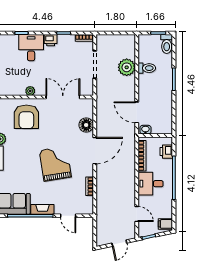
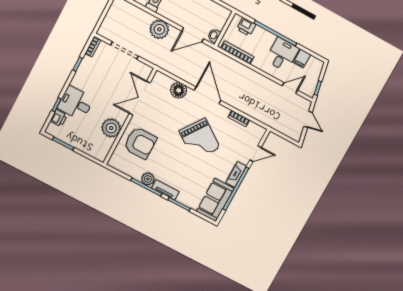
printer: (51, 40) -> (59, 118), moved
plant: (127, 67) -> (159, 29), moved
plant: (30, 91) -> (111, 128), width x1.88, depth x1.88
grand piano: (55, 164) -> (200, 139), turned -136
desk: (151, 184) -> (282, 55), moved, turned 180
filing cabinet: (165, 224) -> (302, 59), moved

